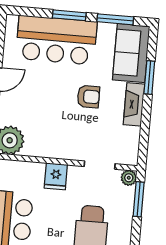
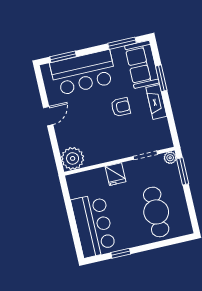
window: (69, 15) -> (63, 57), moved

